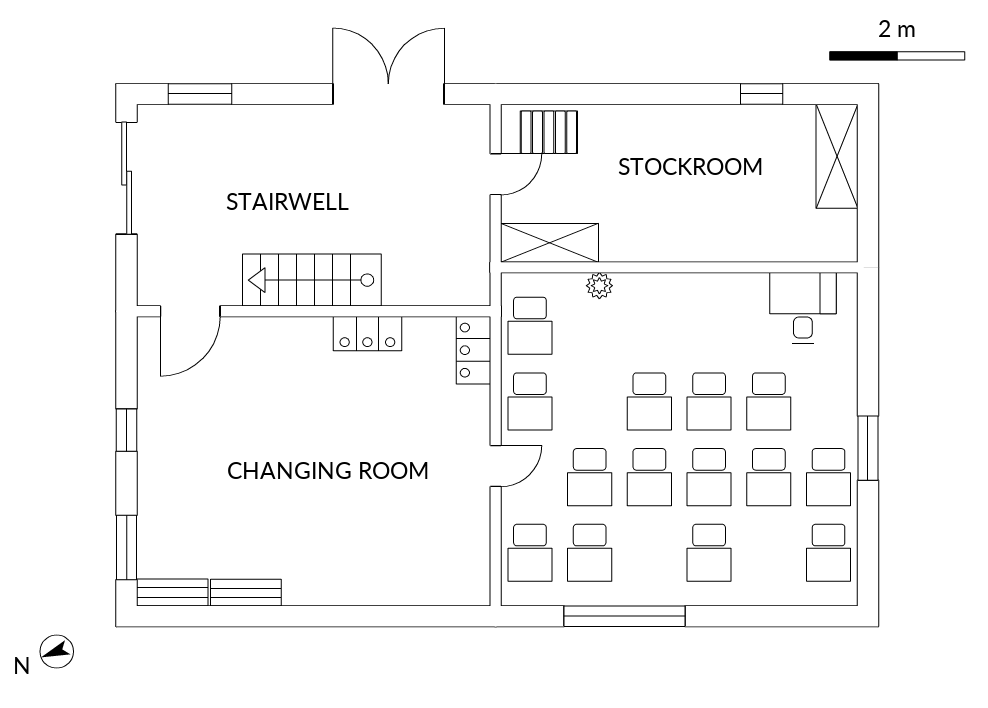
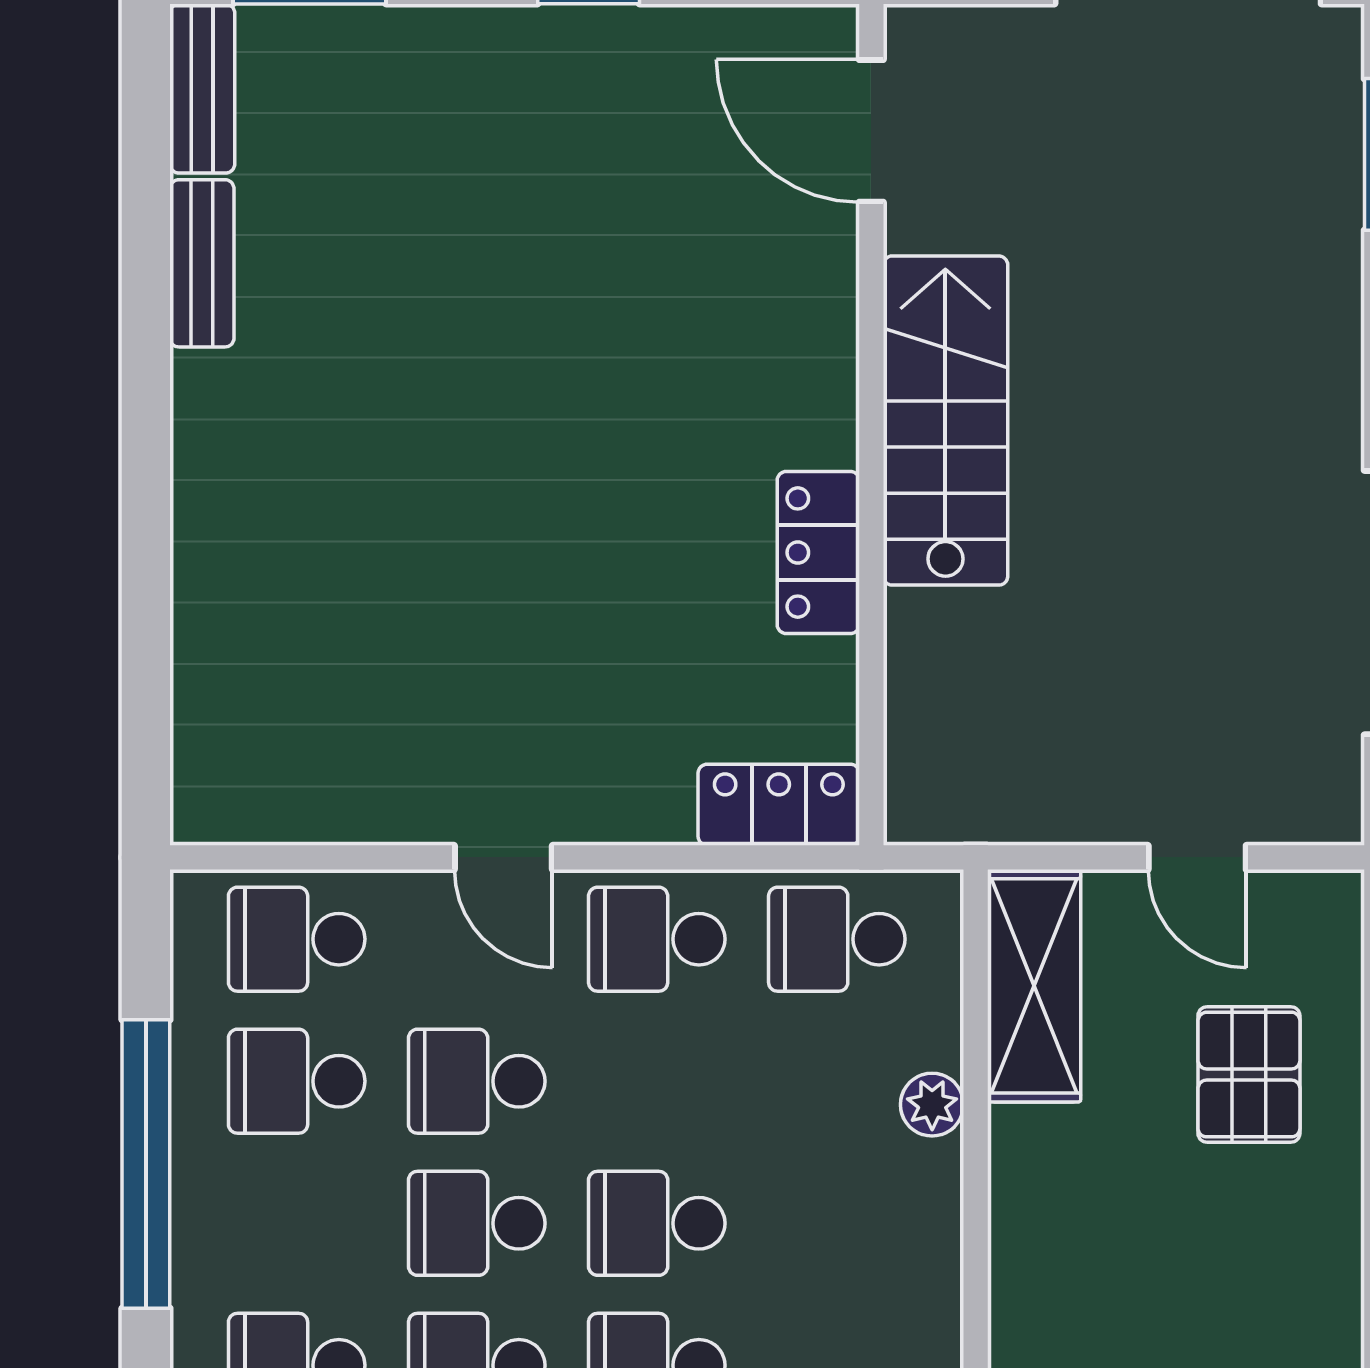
pallet: (549, 132) -> (1249, 1075), moved

